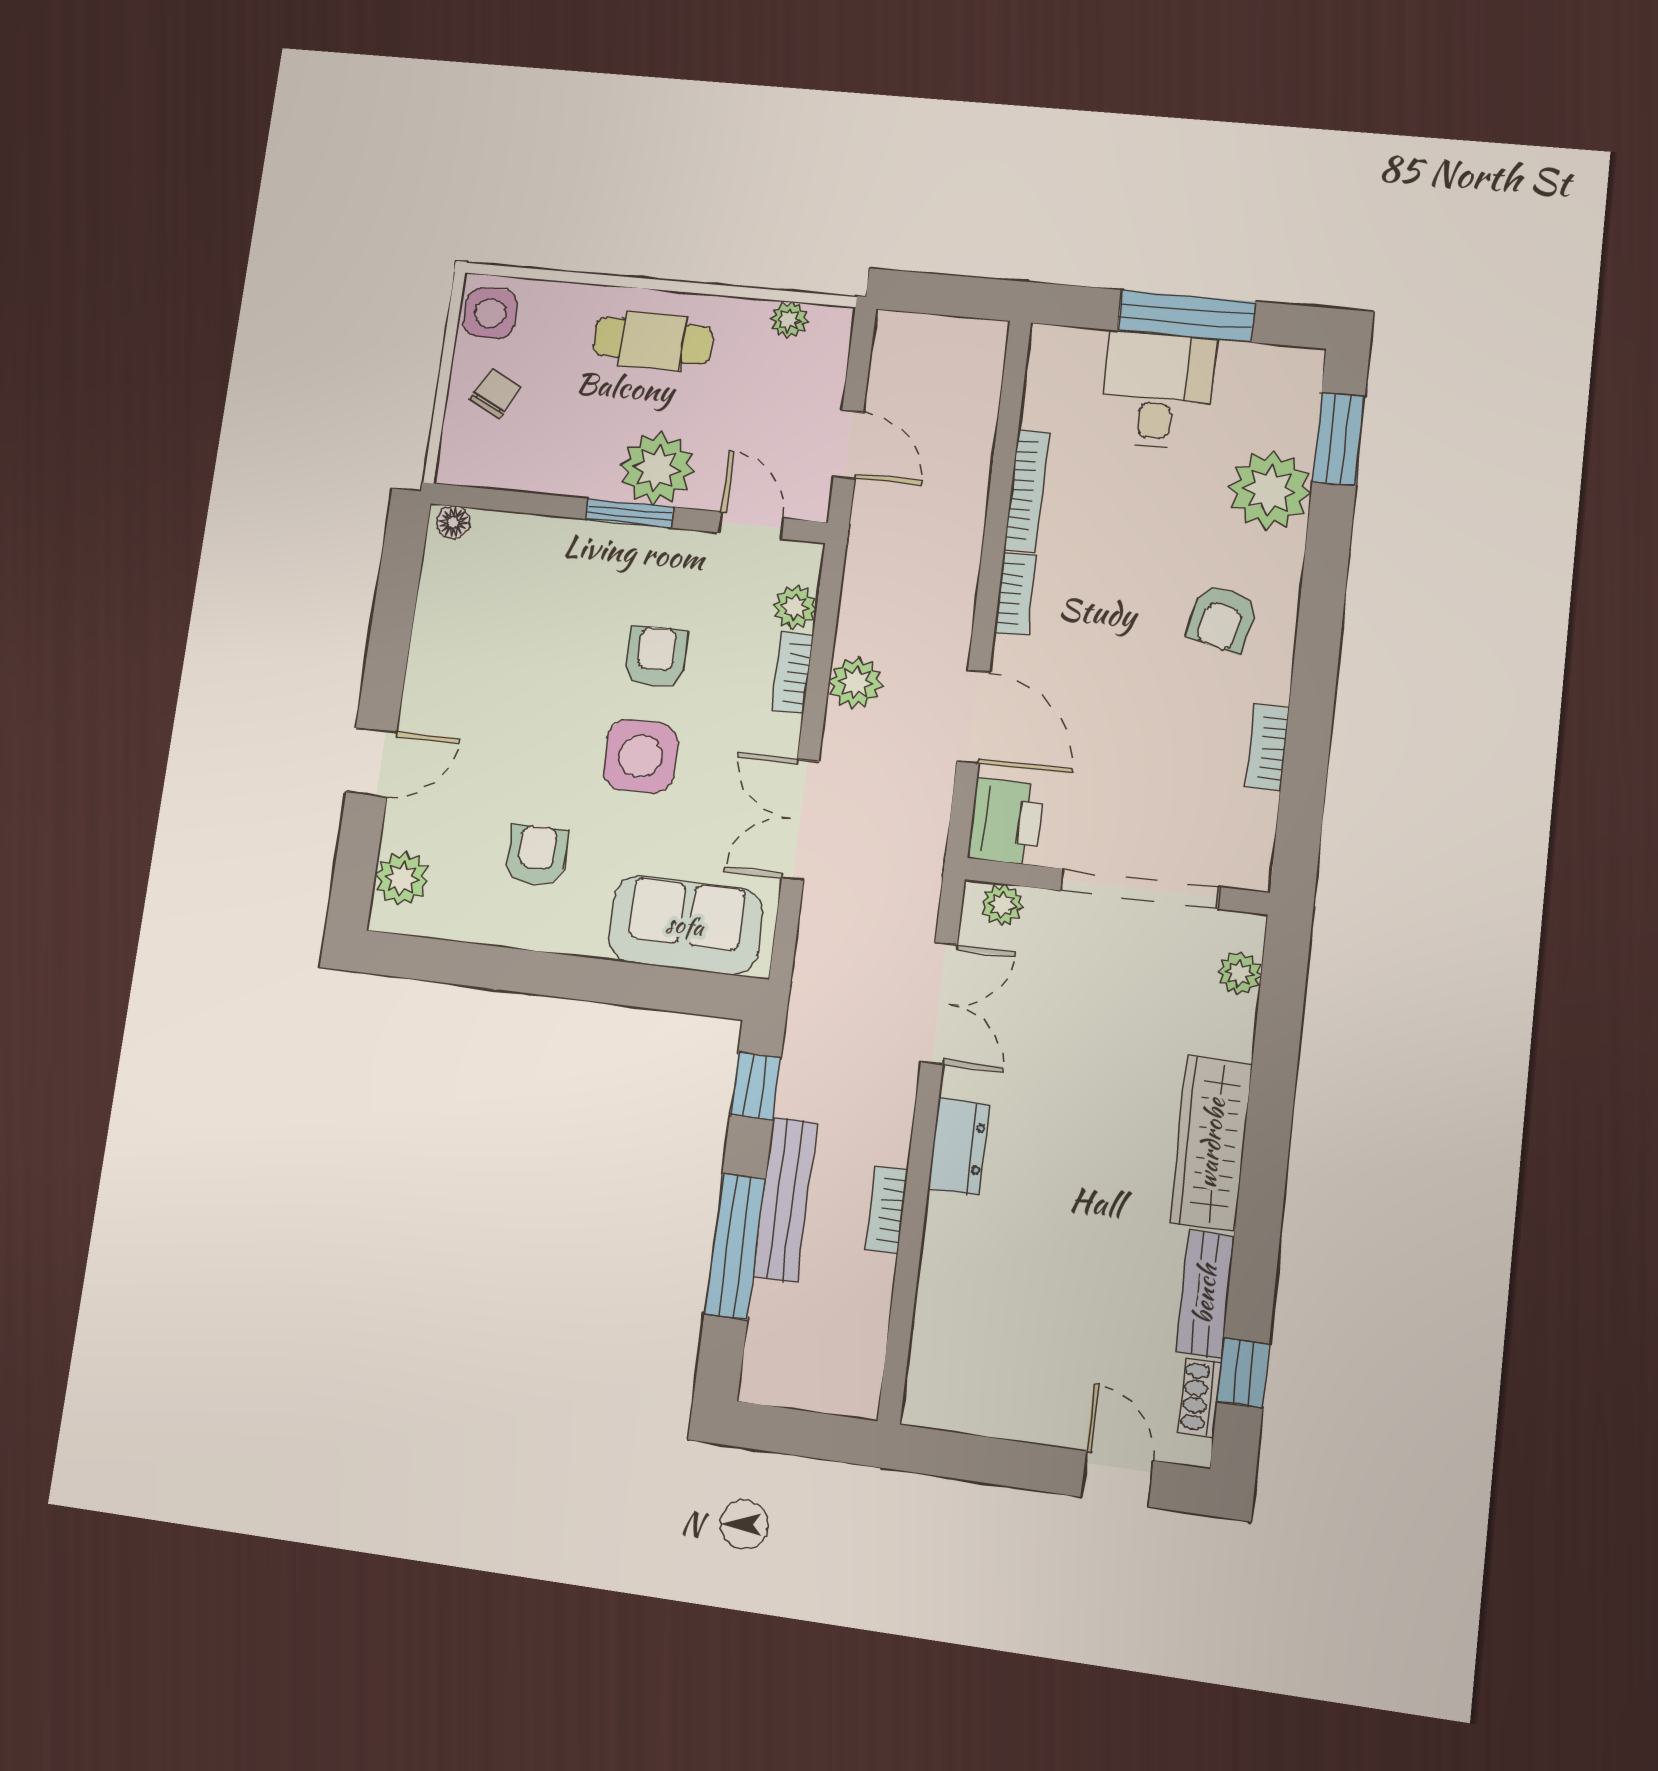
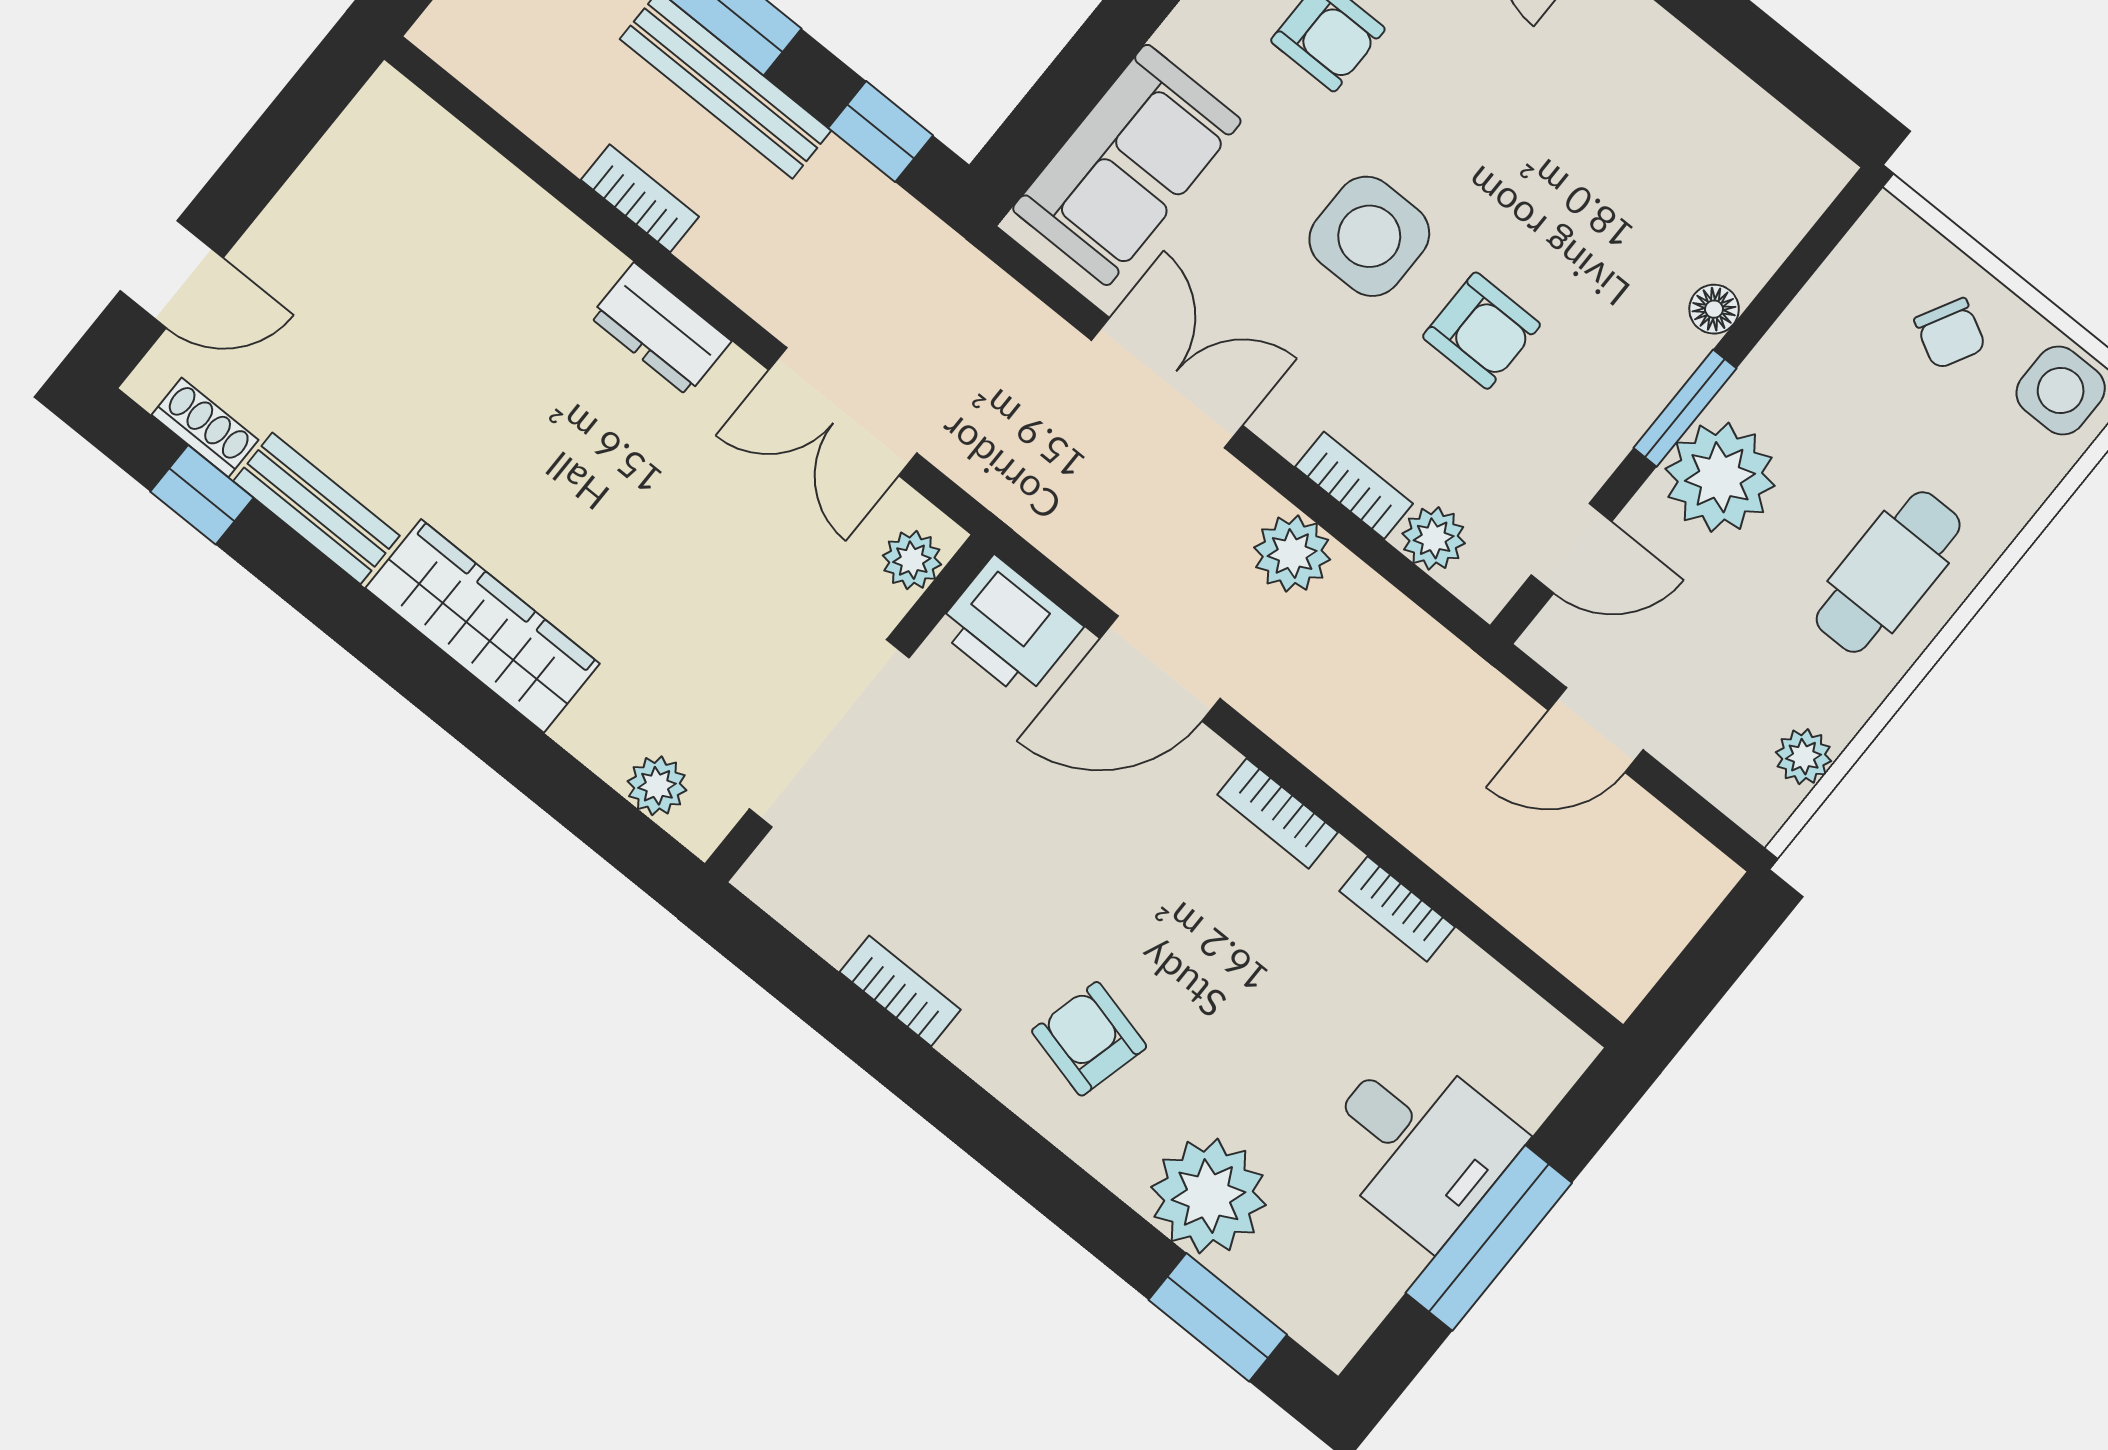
bookcase: (1027, 490) -> (1397, 909), width x0.64
floor lamp: (453, 522) -> (1714, 309), moved

